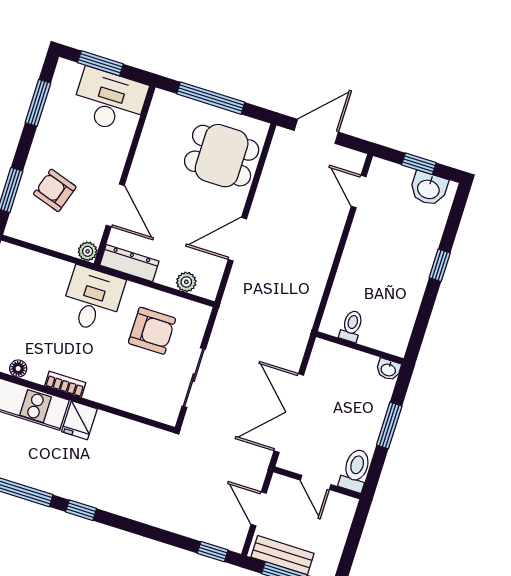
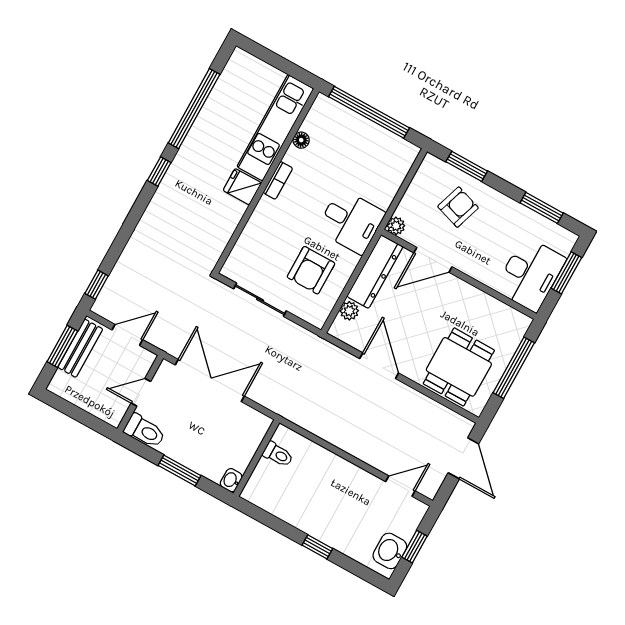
dresser: (129, 263) -> (375, 272), width x1.37, depth x1.24

